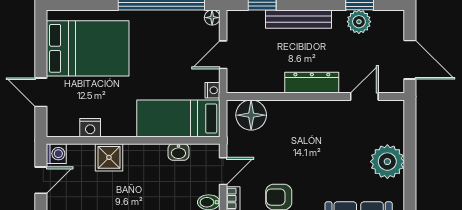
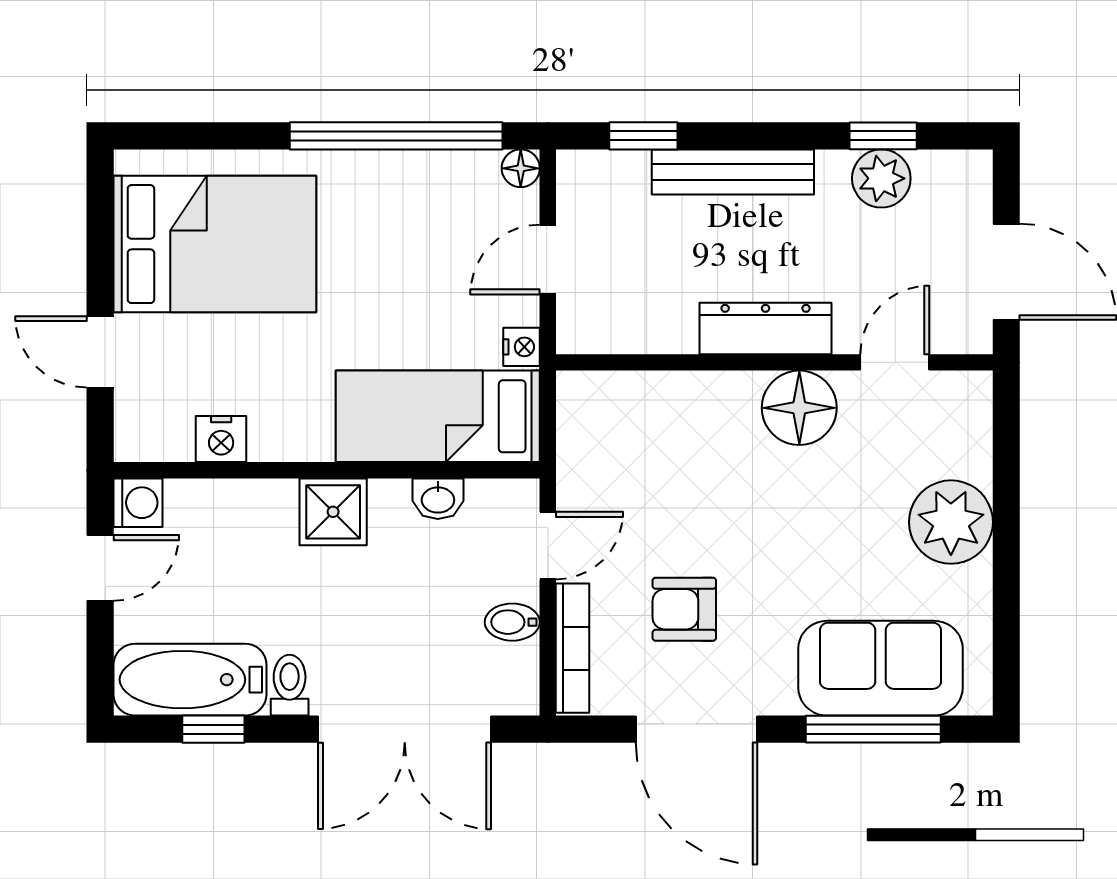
floor lamp: (251, 115) -> (799, 408), moved
shower: (109, 157) -> (333, 512), moved

